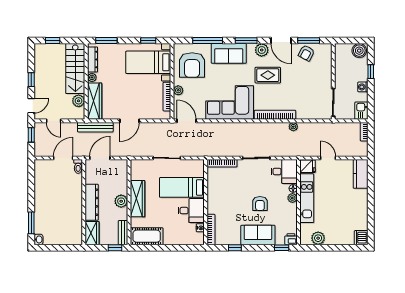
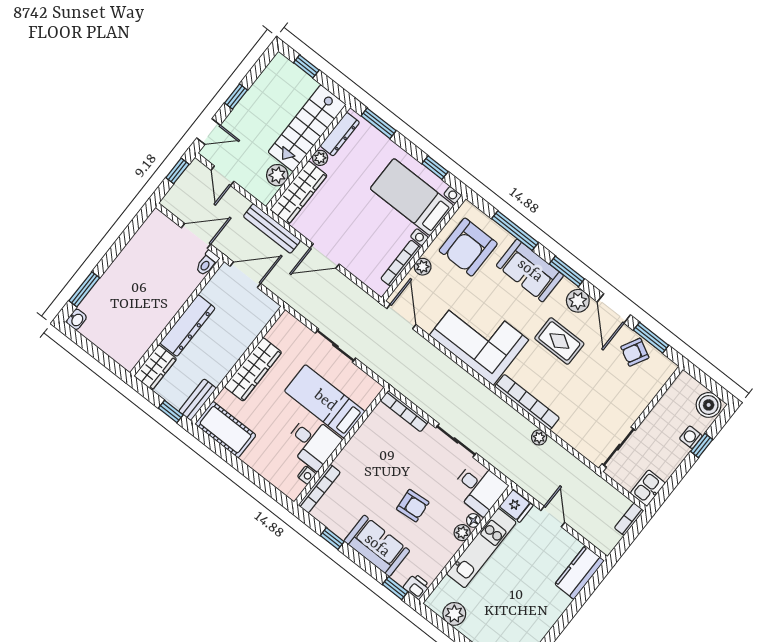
washing machine: (363, 87) -> (691, 437), moved
plant: (121, 201) -> (228, 355), removed
armchair: (260, 203) -> (413, 506), turned -95

